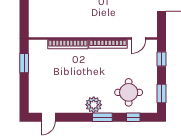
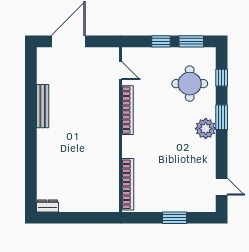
bookcase: (68, 44) -> (128, 184), moved
window: (162, 59) -> (161, 41), moved
window: (24, 63) -> (174, 218), moved

